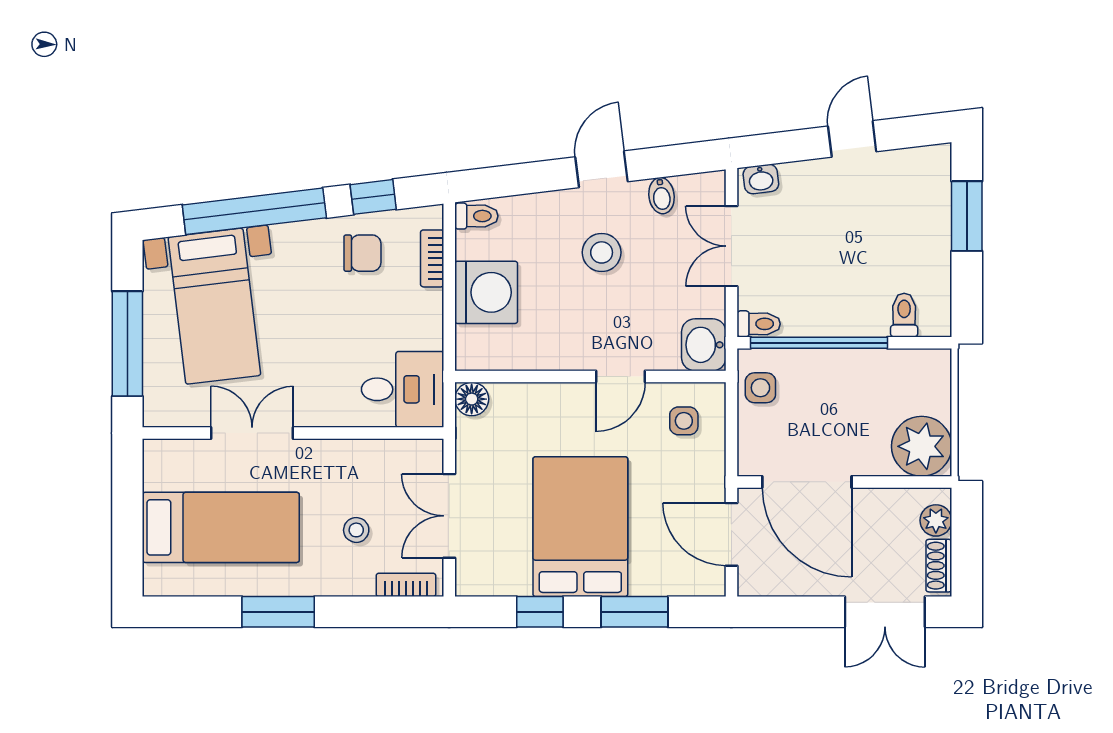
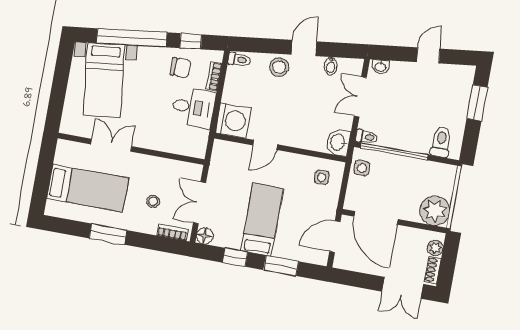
stool: (602, 252) -> (279, 67), moved
washing machine: (486, 292) -> (233, 120), moved
toilet: (904, 315) -> (441, 142), width x1.37, depth x1.39
window: (127, 344) -> (59, 91), removed
door: (621, 377) -> (265, 145), moved
desk: (403, 389) -> (193, 108), moved
floor lamp: (472, 399) -> (205, 236), moved
bed: (580, 527) -> (262, 220), width x0.67
door: (731, 534) -> (335, 237), hinge flipped

